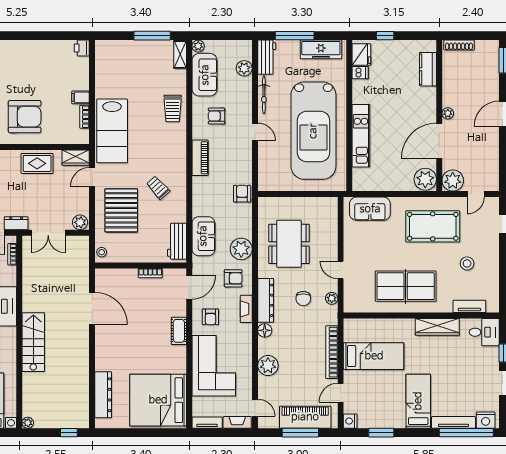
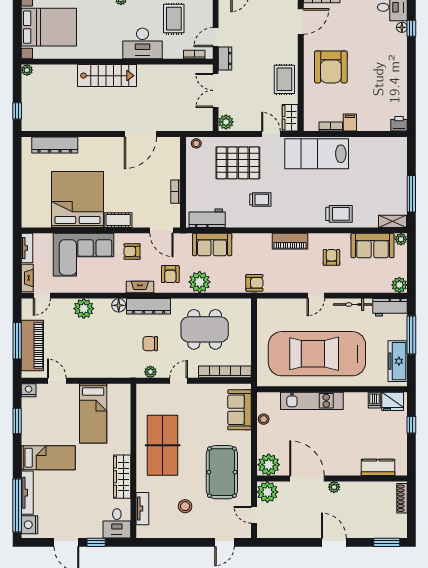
plant: (244, 68) -> (399, 285), moved
trolley: (173, 108) -> (339, 214), turned 180
stool: (379, 184) -> (264, 419), added
trolley: (158, 188) -> (260, 199), turned 42
bookcase: (332, 352) -> (225, 372), moved
bed: (158, 400) -> (77, 199), moved

